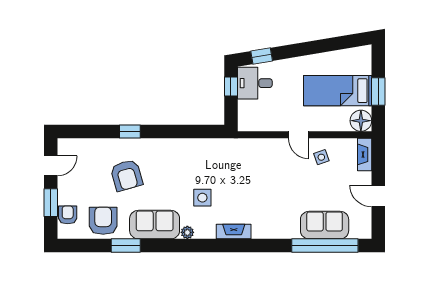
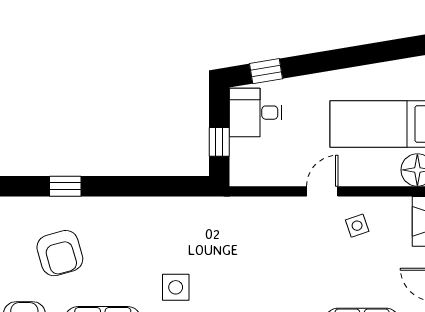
window: (231, 87) -> (219, 142), moved
door: (299, 135) -> (322, 191), swing flipped

